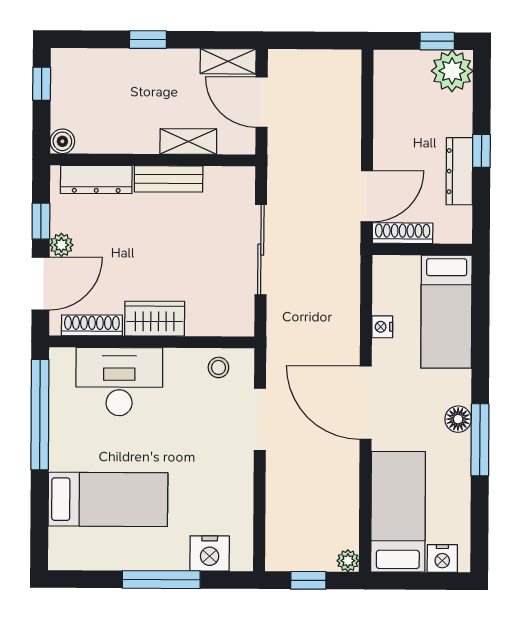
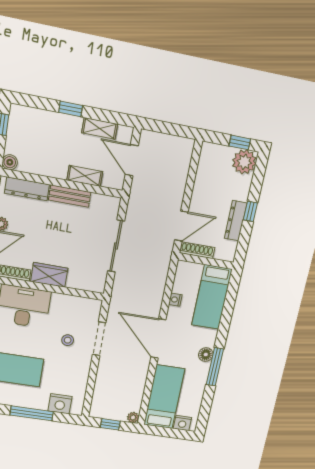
shelving: (228, 61) -> (100, 128), moved
stool: (218, 367) -> (68, 340), moved

